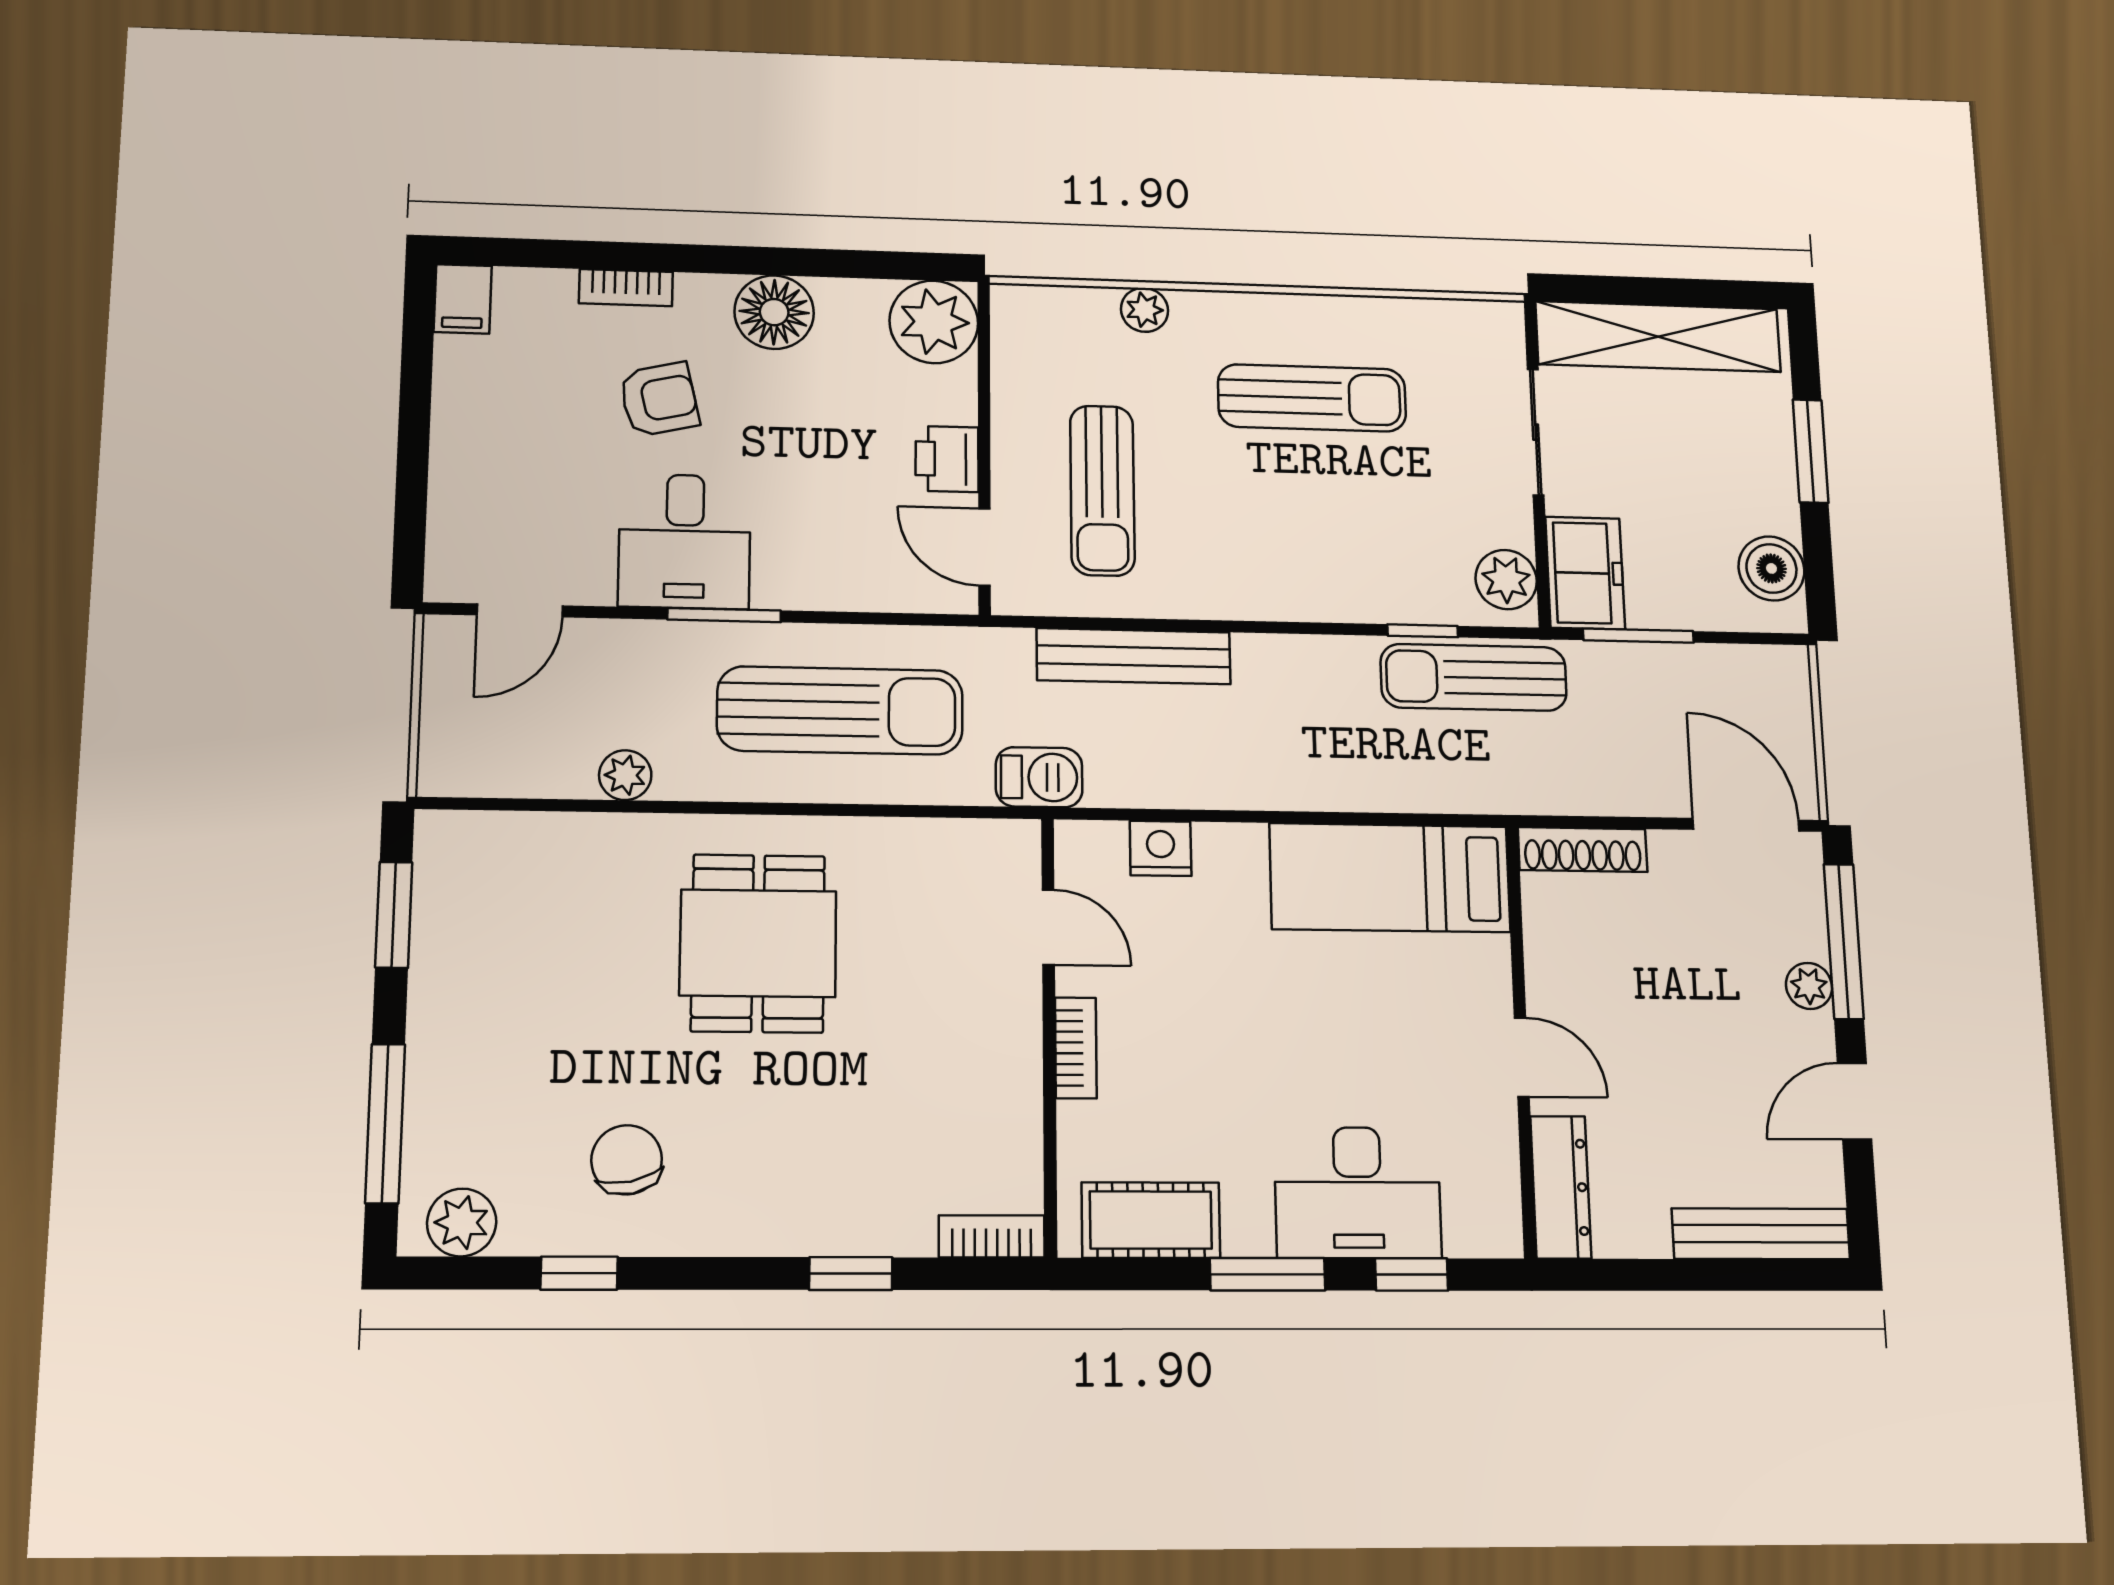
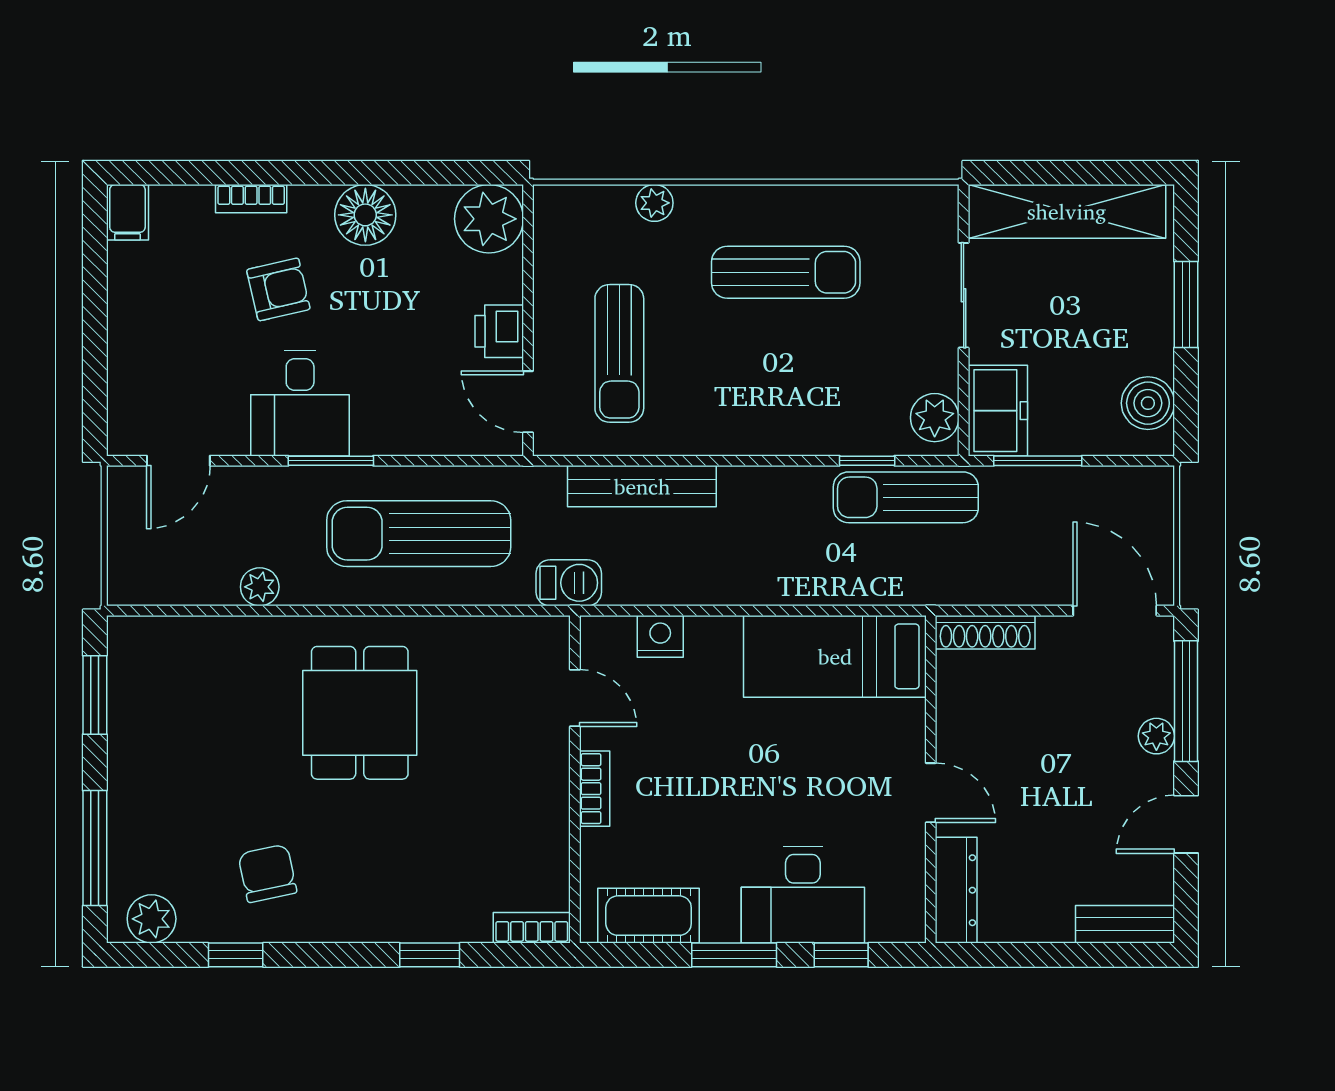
sun lounger: (840, 710) -> (419, 534), turned 180
bench: (1761, 1234) -> (1125, 924), width x0.73

